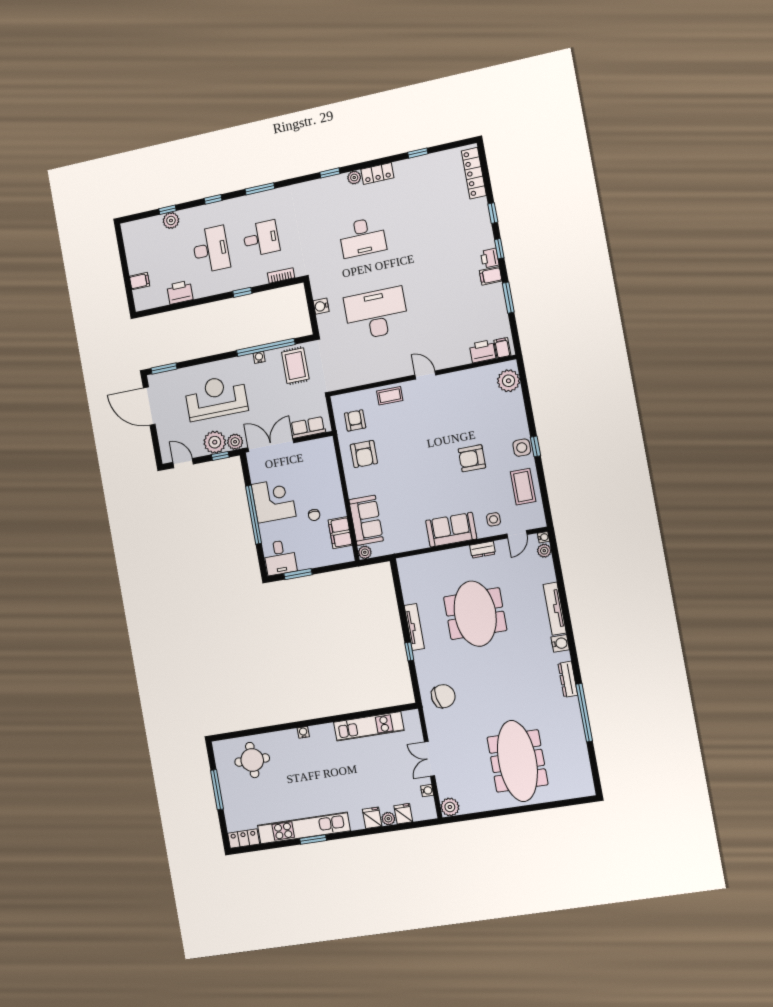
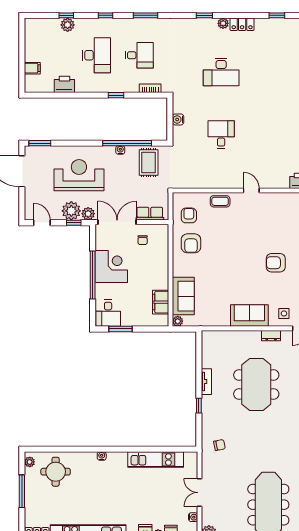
desk: (376, 314) -> (221, 135), width x0.53, depth x0.77
chair: (314, 515) -> (143, 240), moved
tv unit: (414, 627) -> (206, 382), width x0.71
chair: (443, 696) -> (219, 445), width x0.54, depth x0.54
plant: (220, 753) -> (30, 462), added

